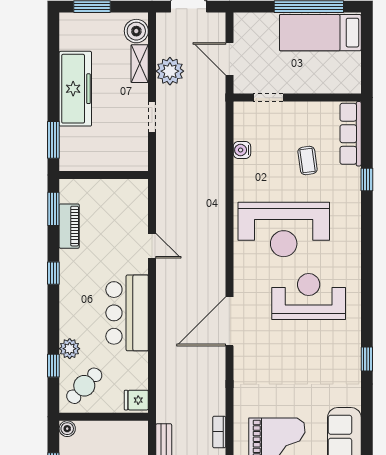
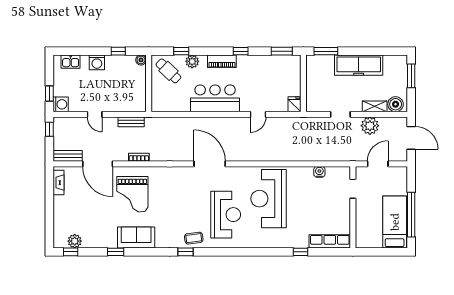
coffee table: (308, 160) -> (194, 238), moved
piano: (69, 226) -> (222, 61), moved
fridge: (136, 400) -> (295, 104), moved

